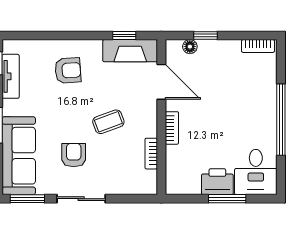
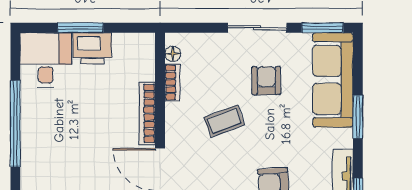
bookcase: (172, 128) -> (147, 114), width x1.56
armchair: (74, 155) -> (266, 81), turned 180
floor lamp: (151, 177) -> (173, 54), added

